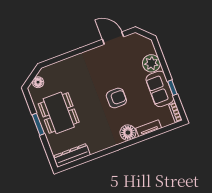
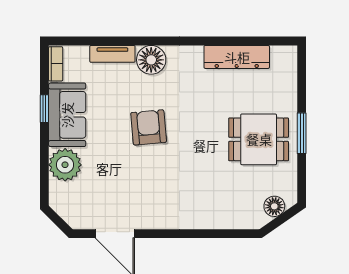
armchair: (116, 98) -> (149, 127), turned 85
dining table: (59, 113) -> (259, 139), width x0.73
dresser: (72, 155) -> (237, 57), moved

